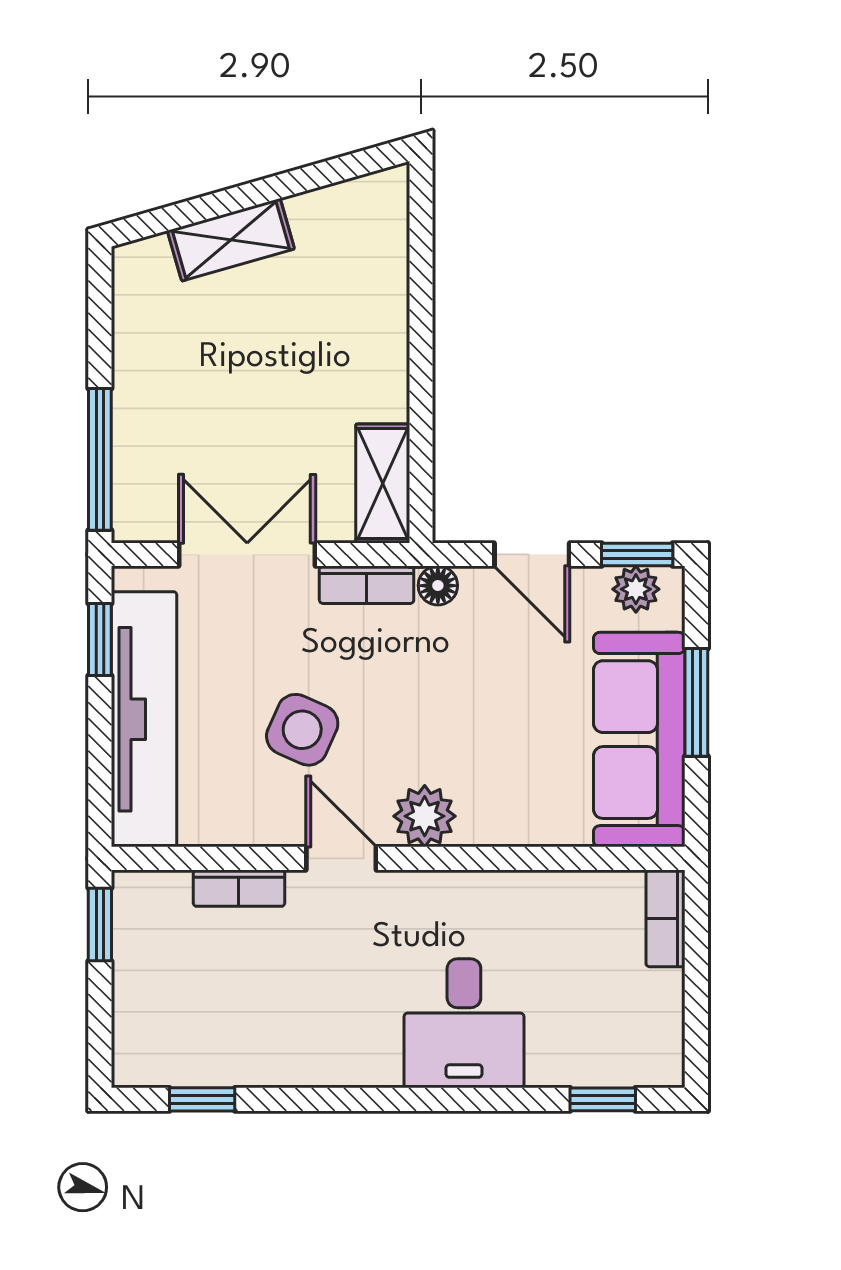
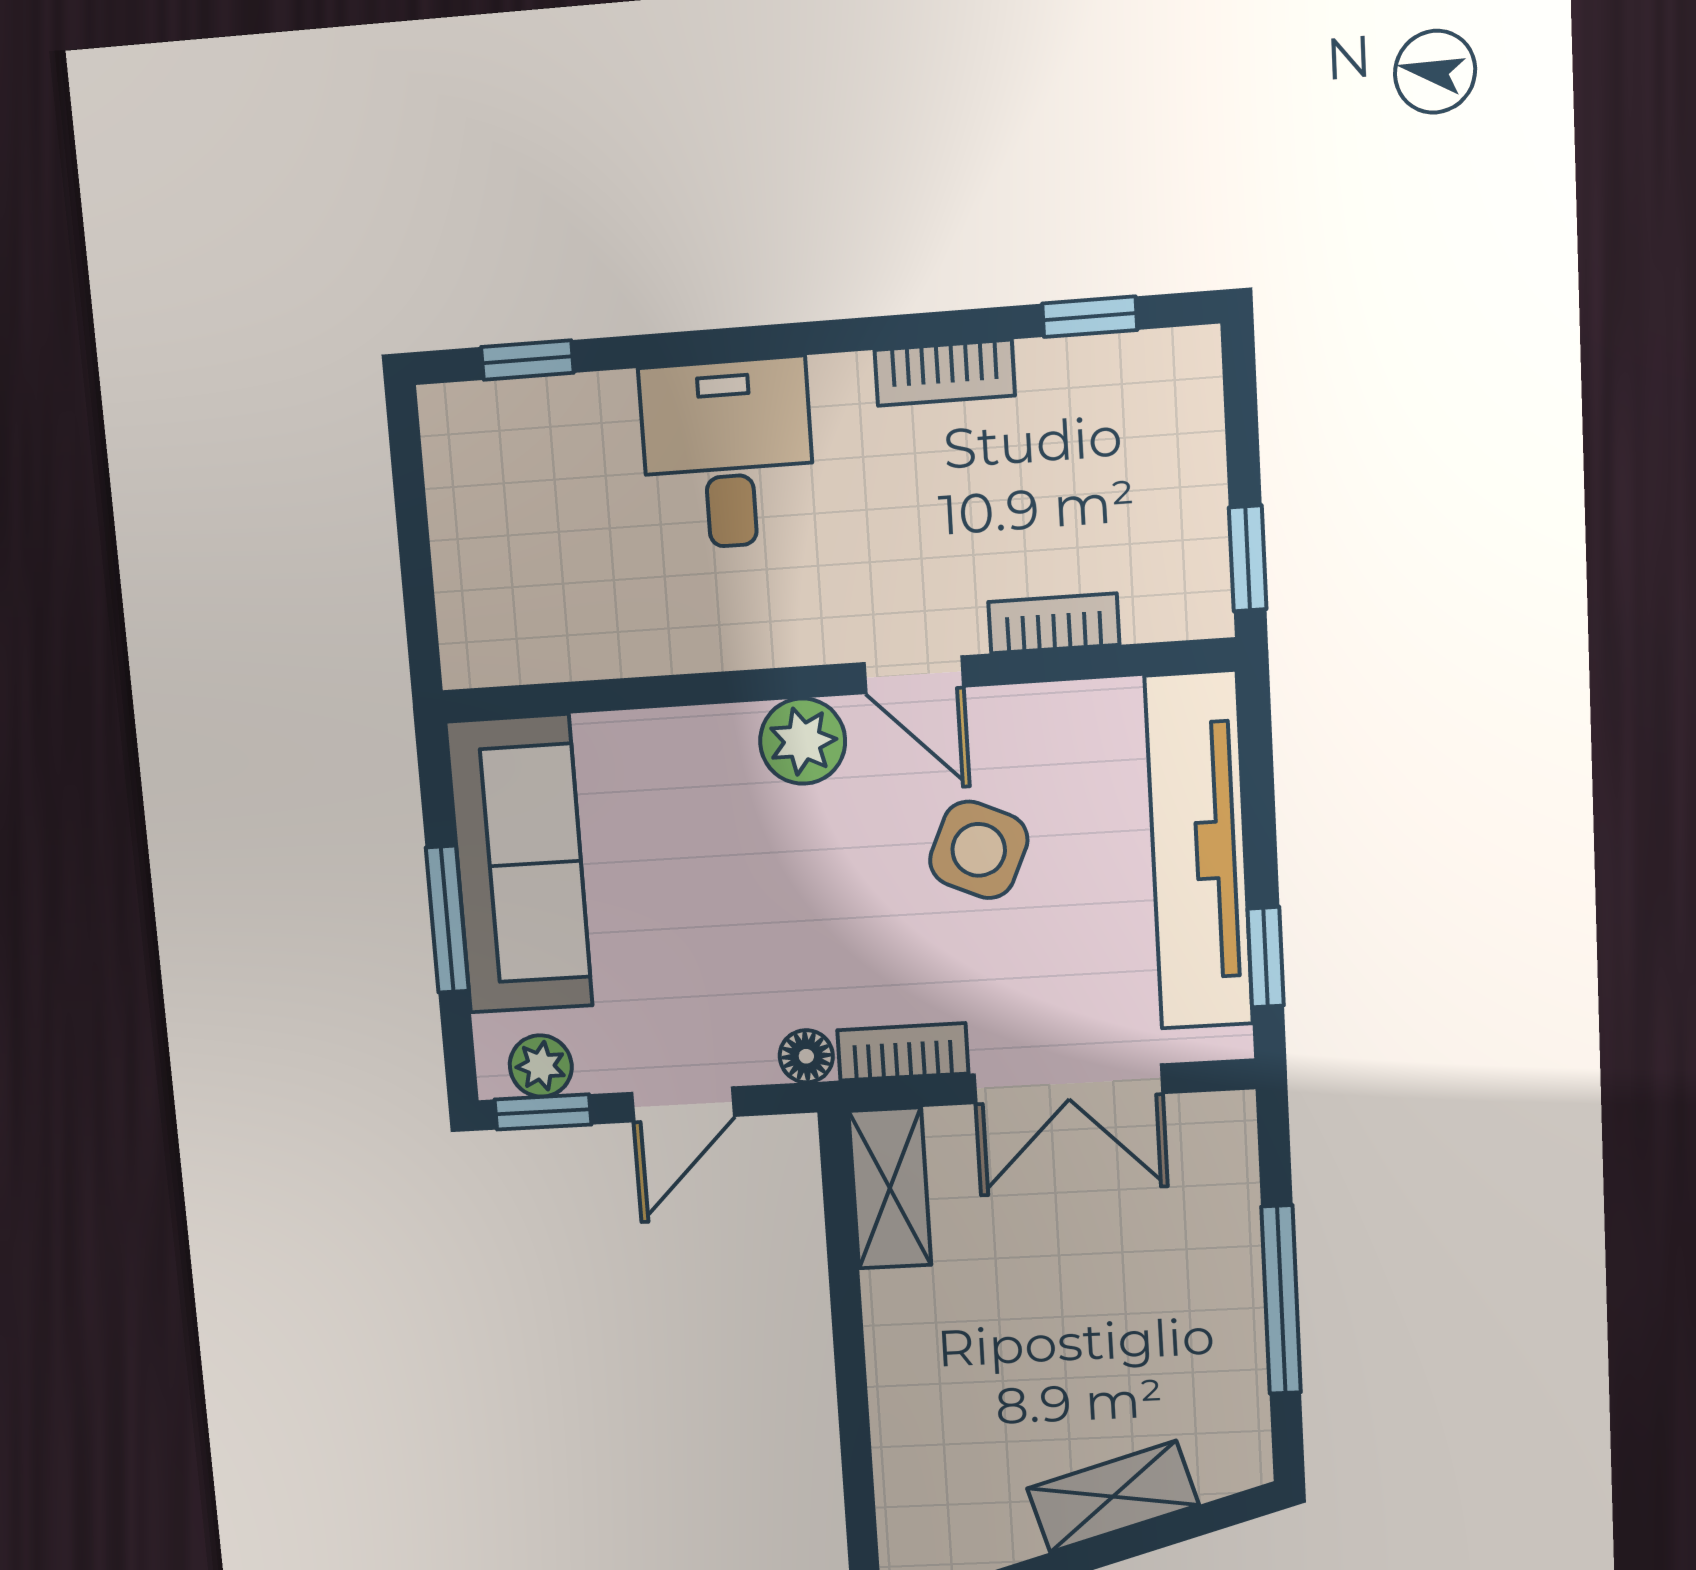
window: (100, 459) -> (1281, 1300), moved
door: (532, 554) -> (683, 1104), swing flipped
bookcase: (665, 918) -> (945, 373), moved, turned 90

